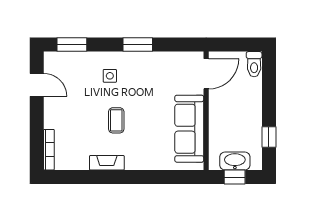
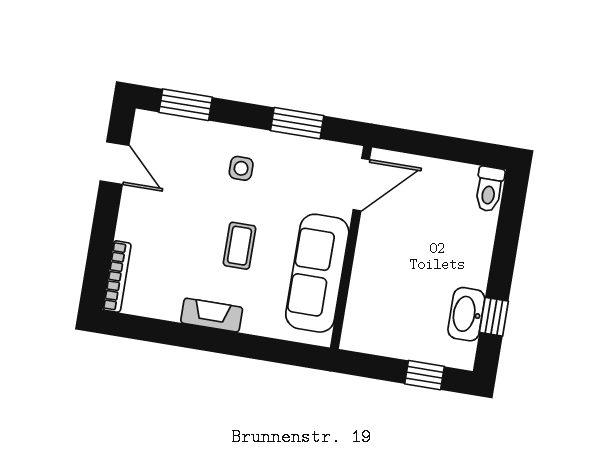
door: (206, 74) -> (361, 185), moved
wall: (206, 111) -> (351, 248), moved
sofa: (189, 129) -> (317, 273), moved
washbasin: (235, 161) -> (466, 314), moved, turned -90

